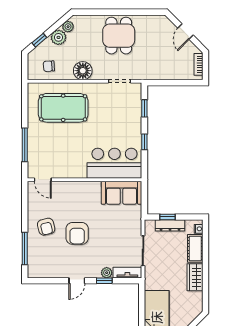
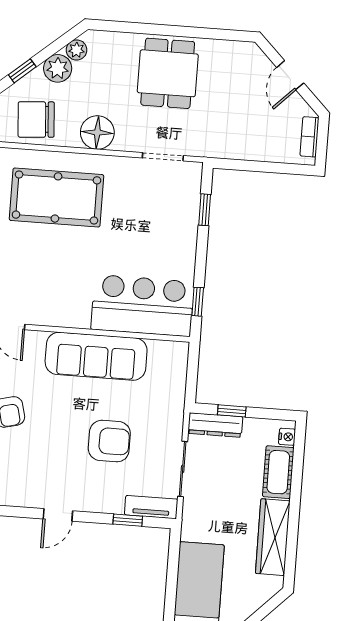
chair: (49, 66) -> (36, 120), width x1.87, depth x1.87
window: (144, 142) -> (198, 302), moved
sofa: (122, 193) -> (96, 356), moved, width x1.36
dresser: (170, 225) -> (215, 425), moved
armchair: (77, 233) -> (109, 441), moved, turned -90
plant: (107, 273) -> (113, 504), removed
wardrobe: (195, 277) -> (273, 537), width x1.50
window: (104, 281) -> (128, 520), moved

